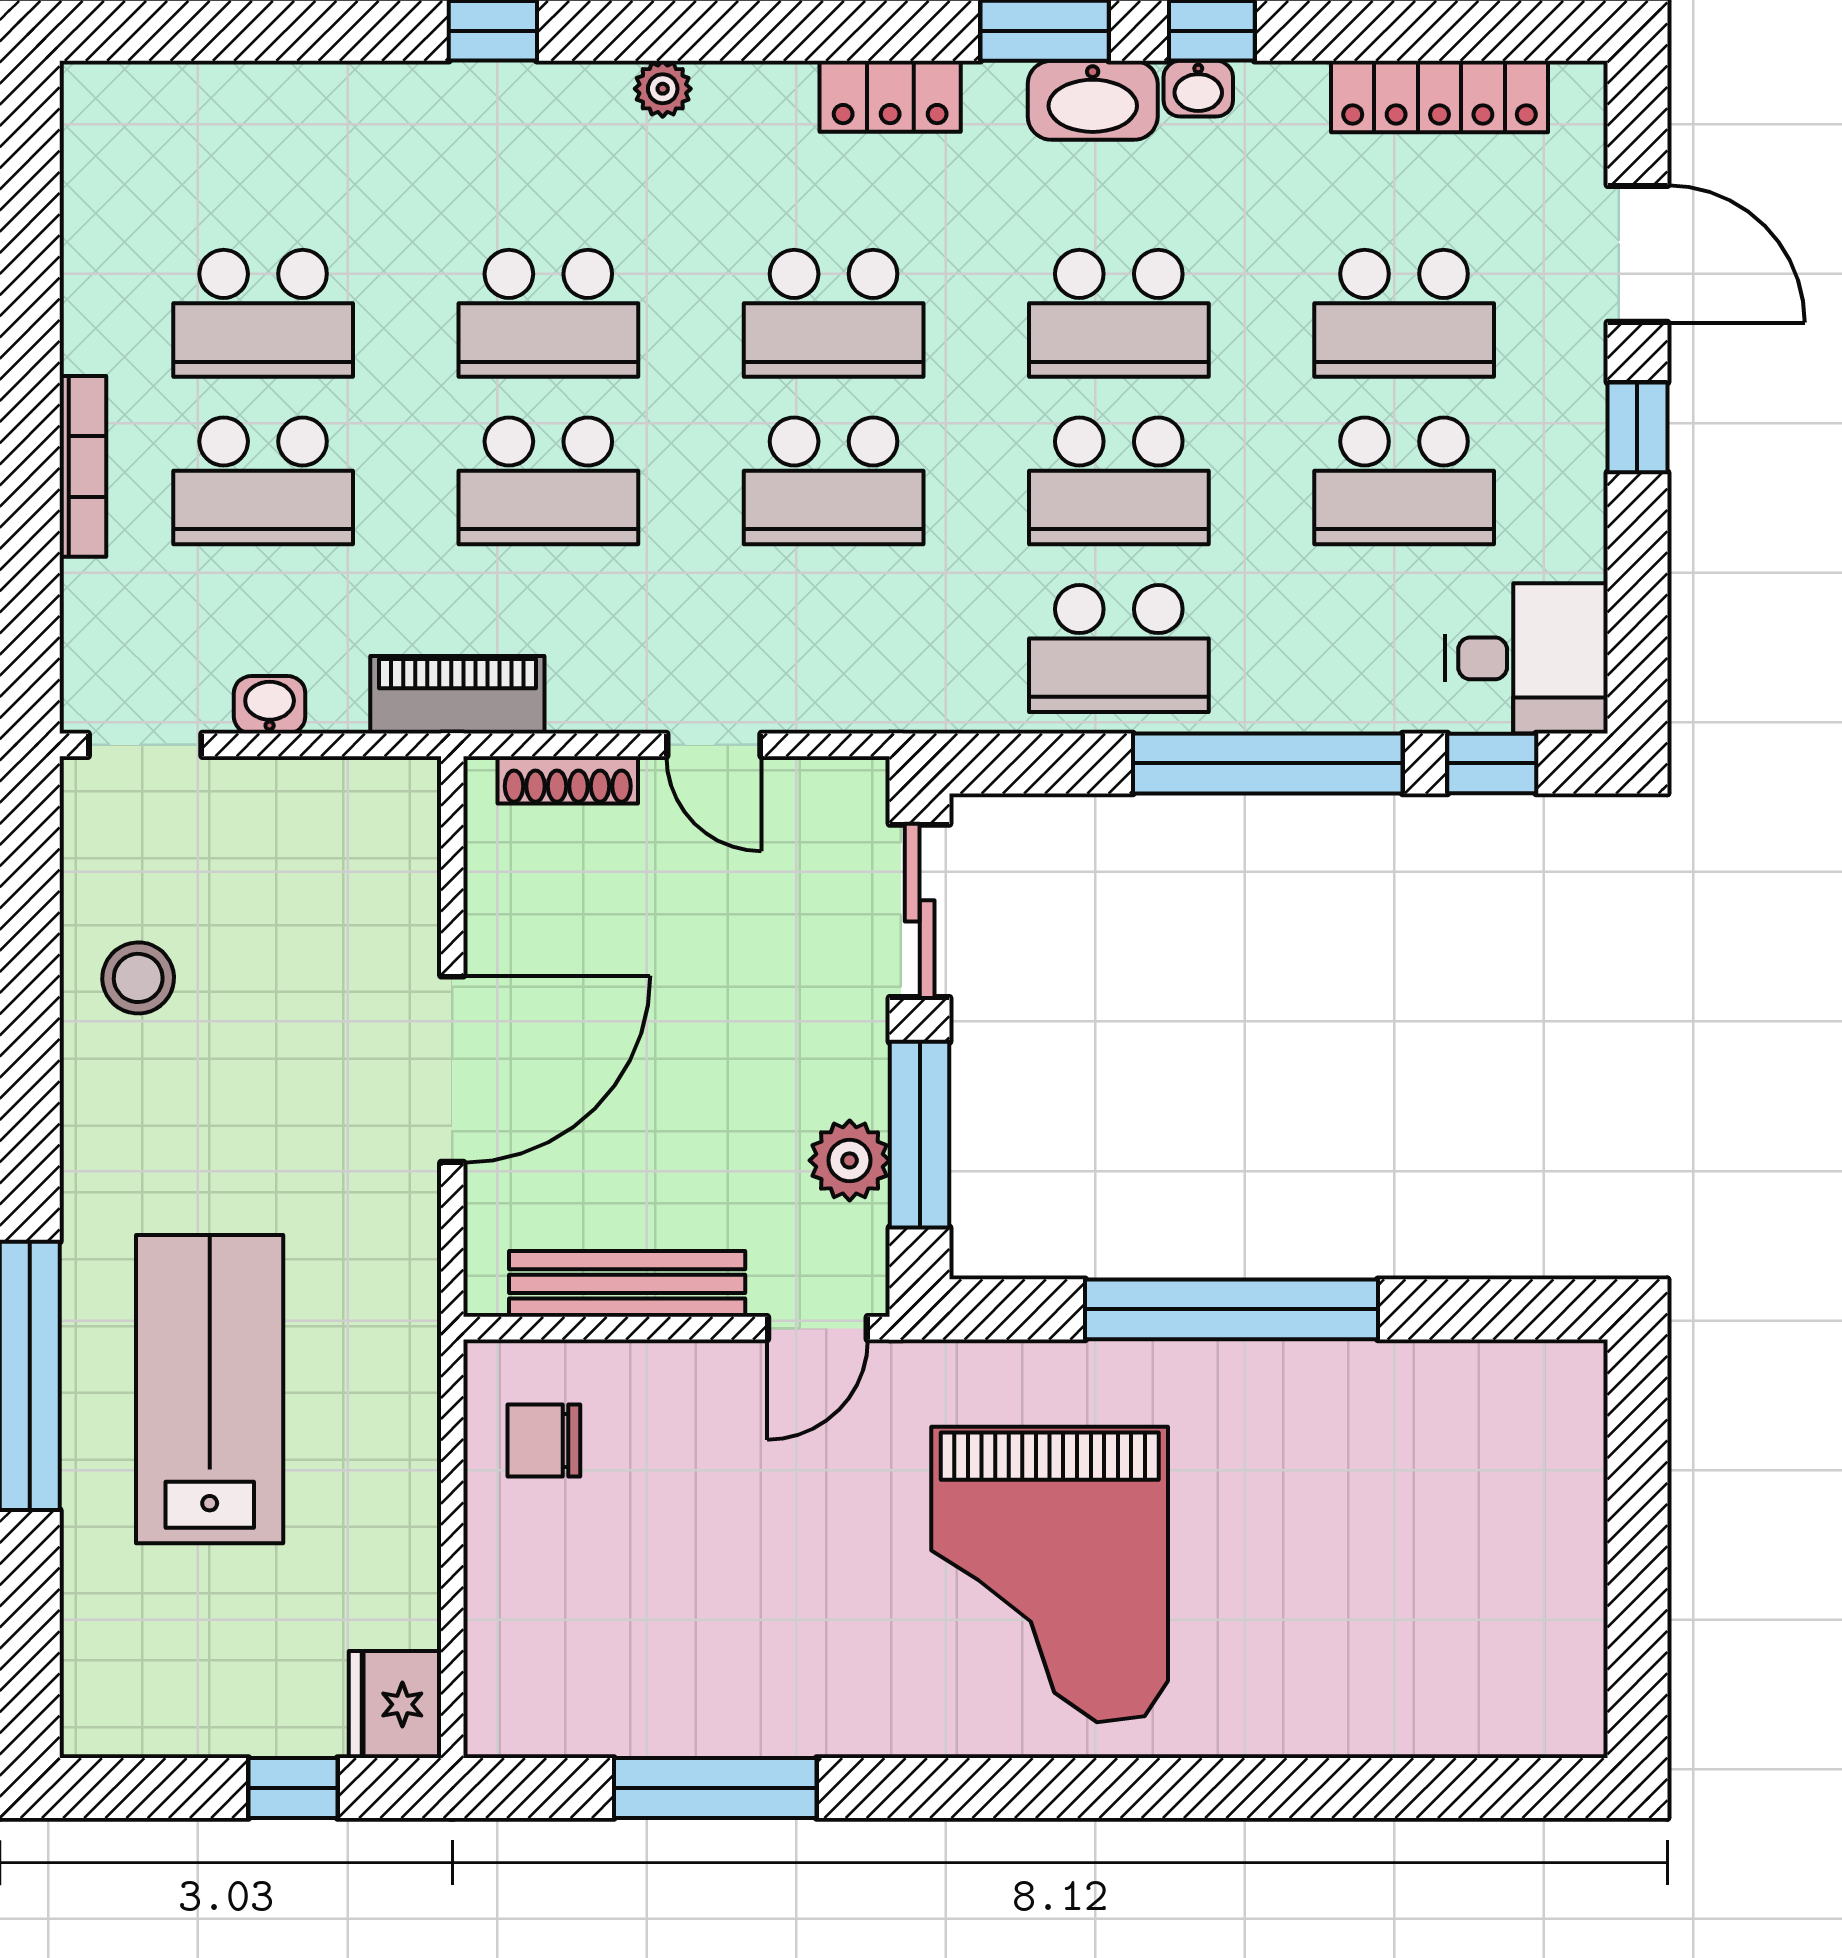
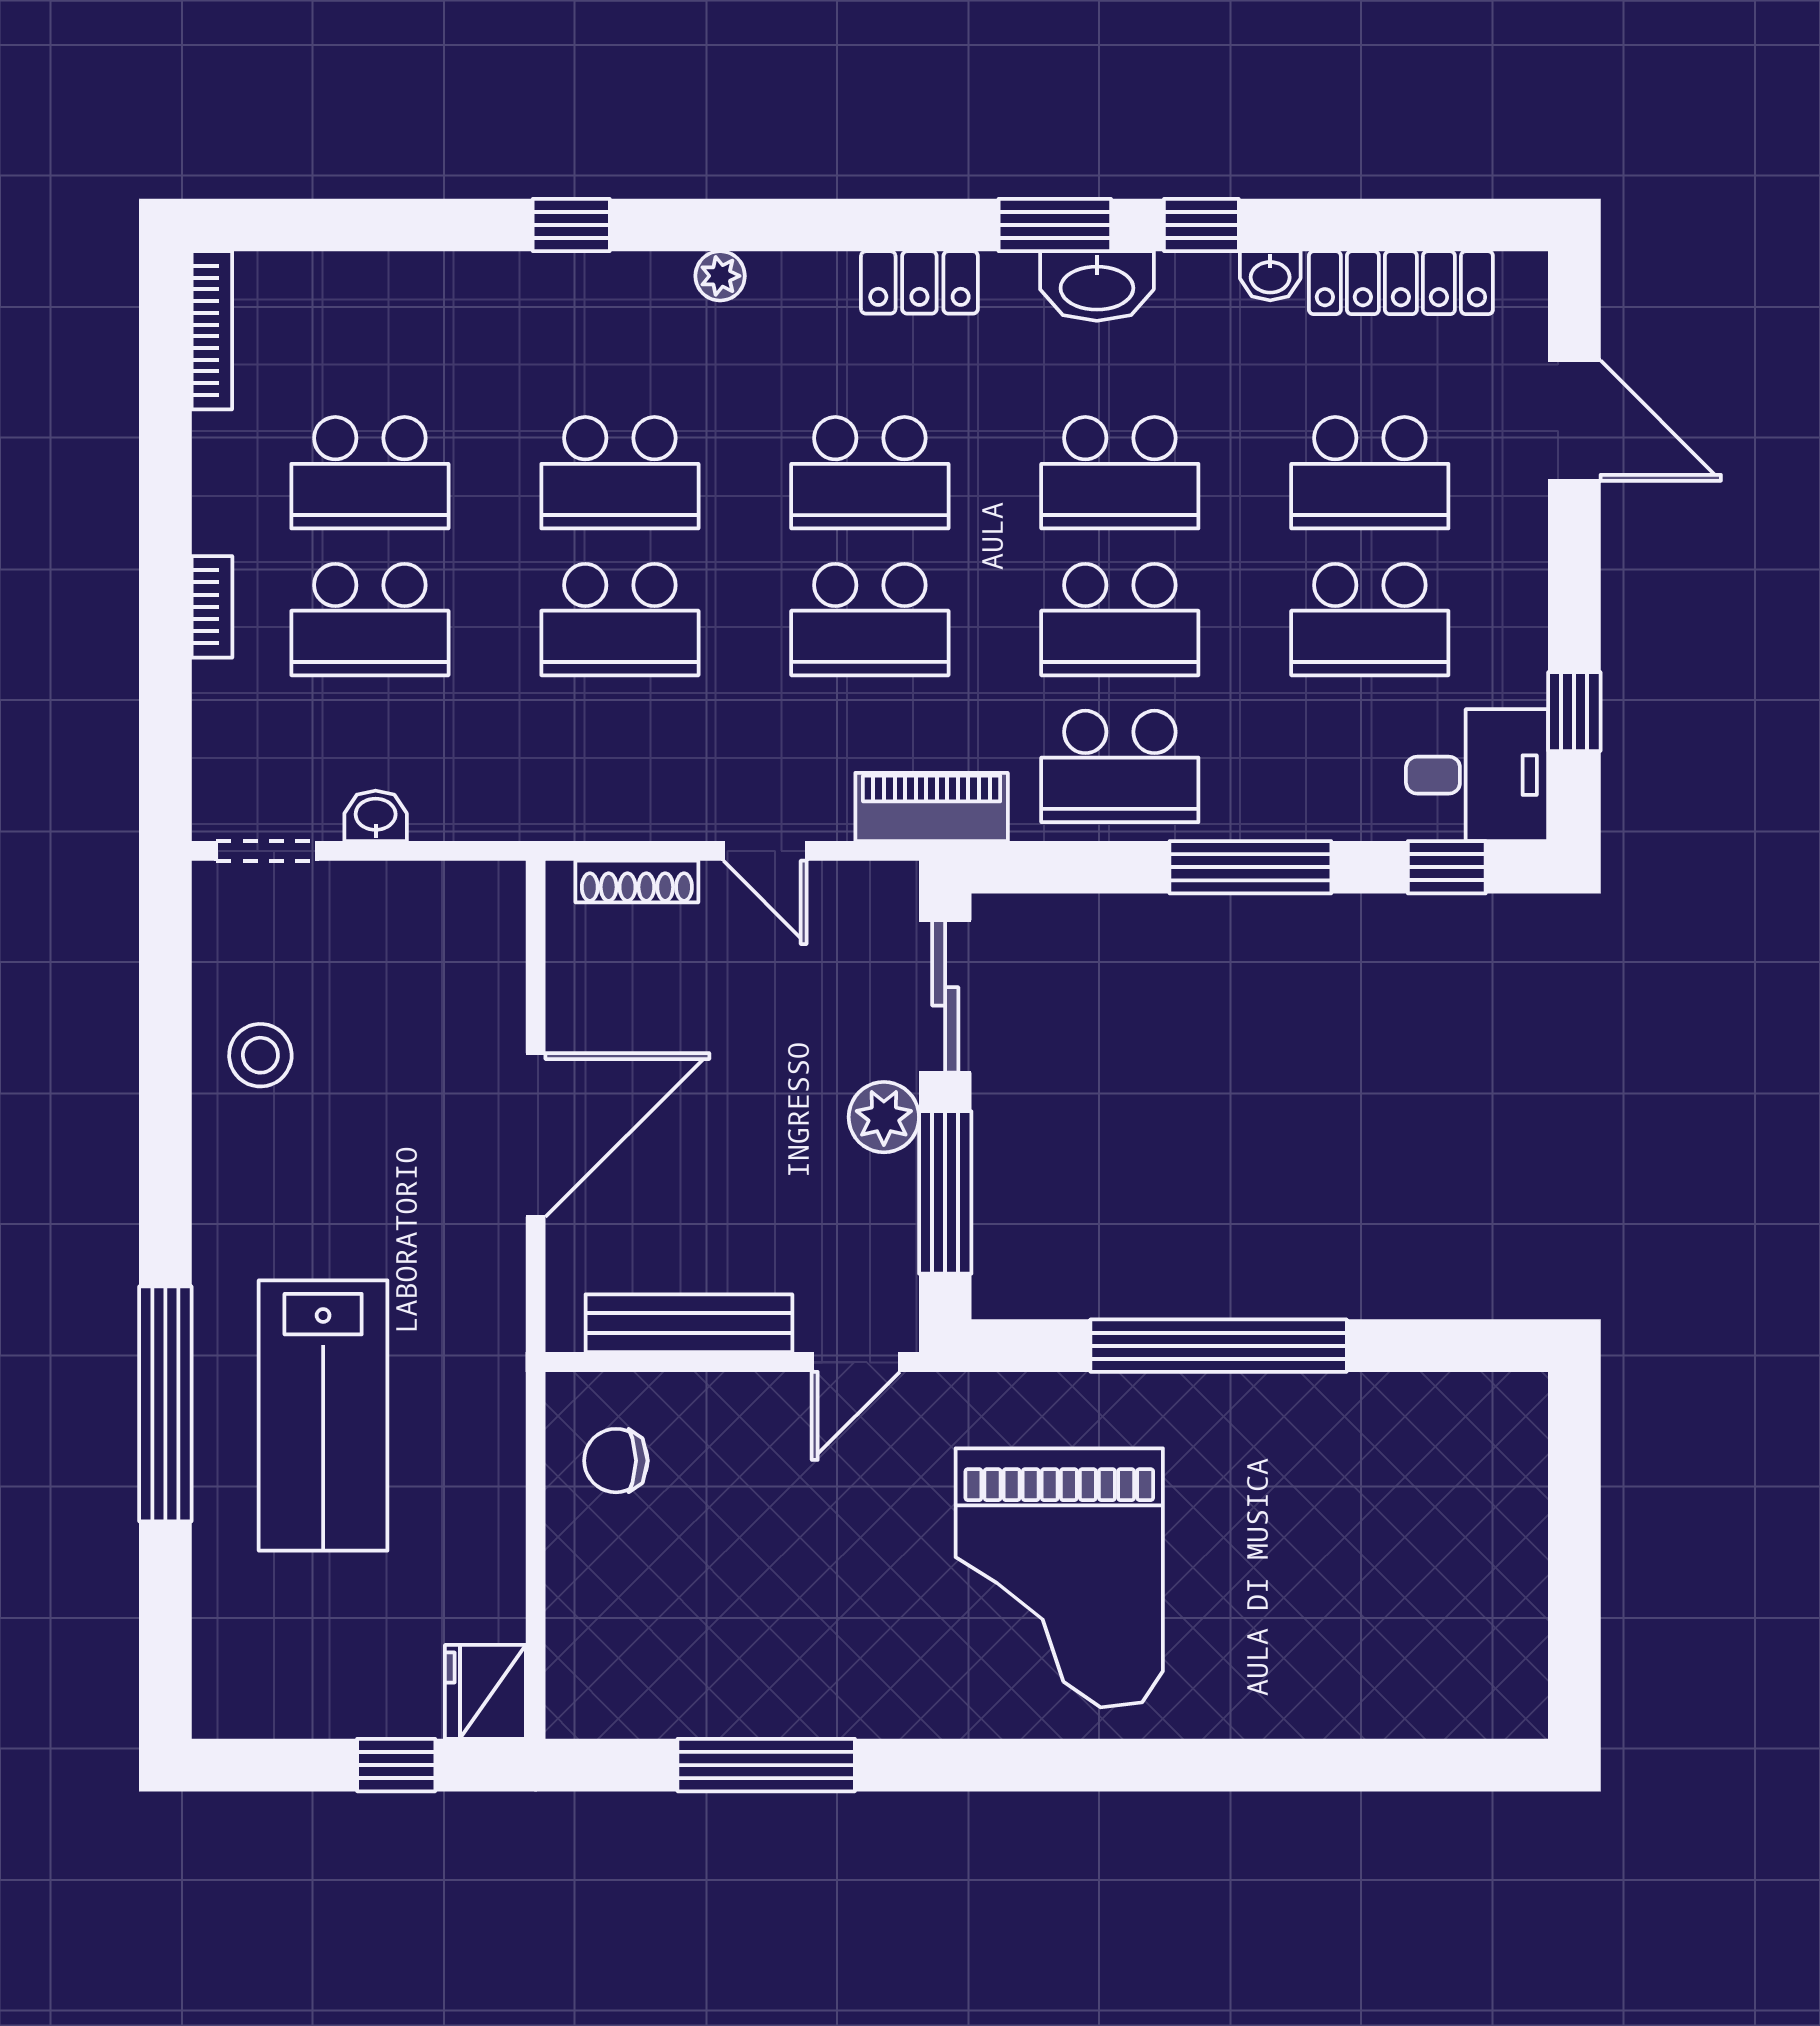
washbasin: (1198, 89) -> (1270, 276), moved
bookcase: (83, 151) -> (212, 330), added
window: (1637, 427) -> (1574, 712), moved
bookcase: (83, 466) -> (212, 607), width x0.64
piano: (457, 695) -> (932, 807), moved
window: (1268, 763) -> (1250, 867), width x0.68
plant: (850, 1160) -> (884, 1117), moved
lab bench: (210, 1389) -> (323, 1416), turned 180

